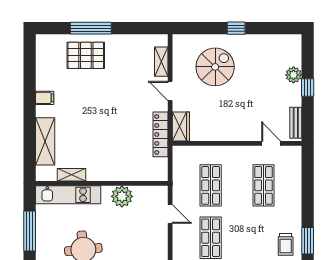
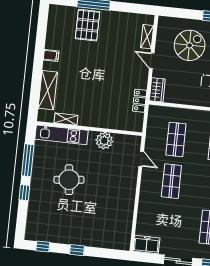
pallet: (86, 55) -> (88, 25), turned 90
locker: (160, 134) -> (140, 101), width x0.66

